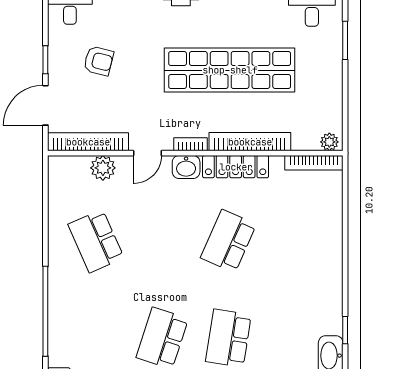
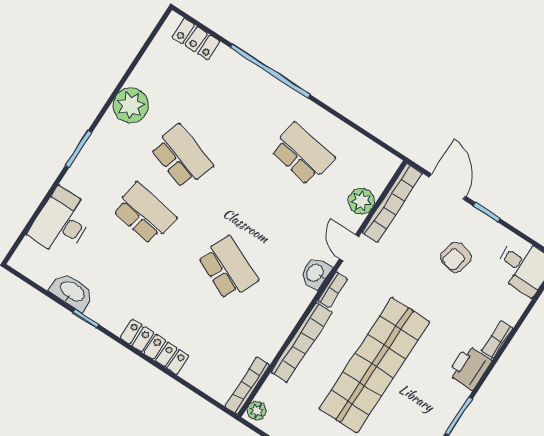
locker: (236, 167) -> (155, 347), moved, turned 90
school desk: (96, 241) -> (302, 154), turned 33

